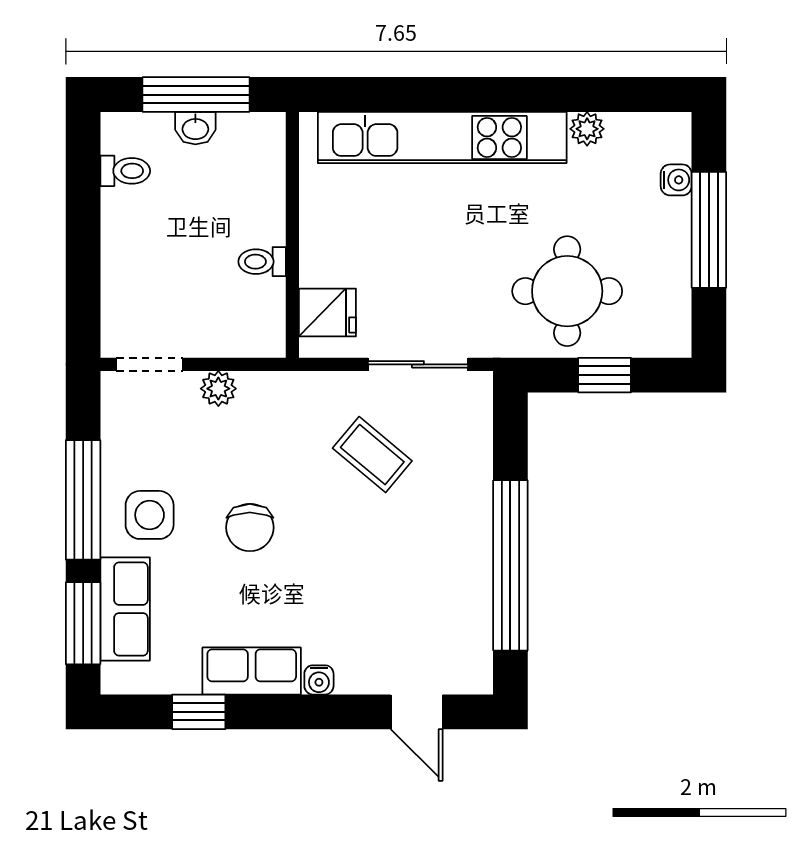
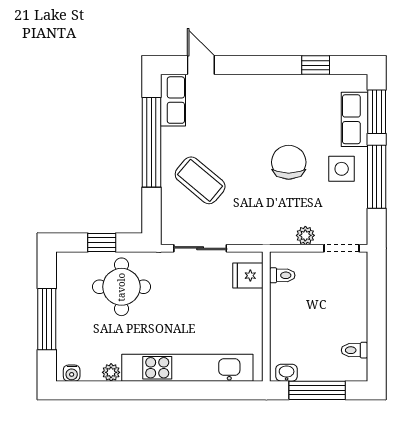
washbasin: (195, 128) -> (287, 373), moved
water cooler: (676, 180) -> (72, 373), moved, turned -90
toilet: (262, 262) -> (282, 275), moved
coffee table: (372, 455) -> (200, 180), moved, width x1.36, depth x1.30
chair: (250, 527) -> (289, 162), width x1.37, depth x1.37
row of seats: (252, 671) -> (173, 100), moved, turned -90
water cooler: (319, 680) -> (252, 82), removed

